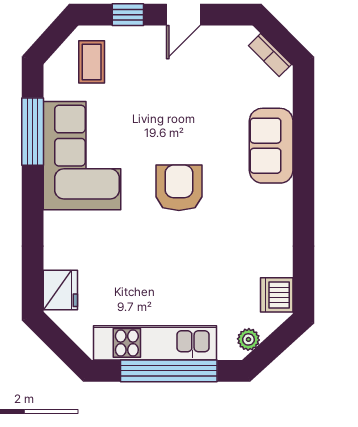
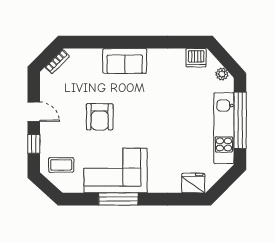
window: (33, 132) -> (118, 199), moved
sofa: (271, 146) -> (125, 61), moved
armchair: (179, 188) -> (100, 117), moved, turned -90

